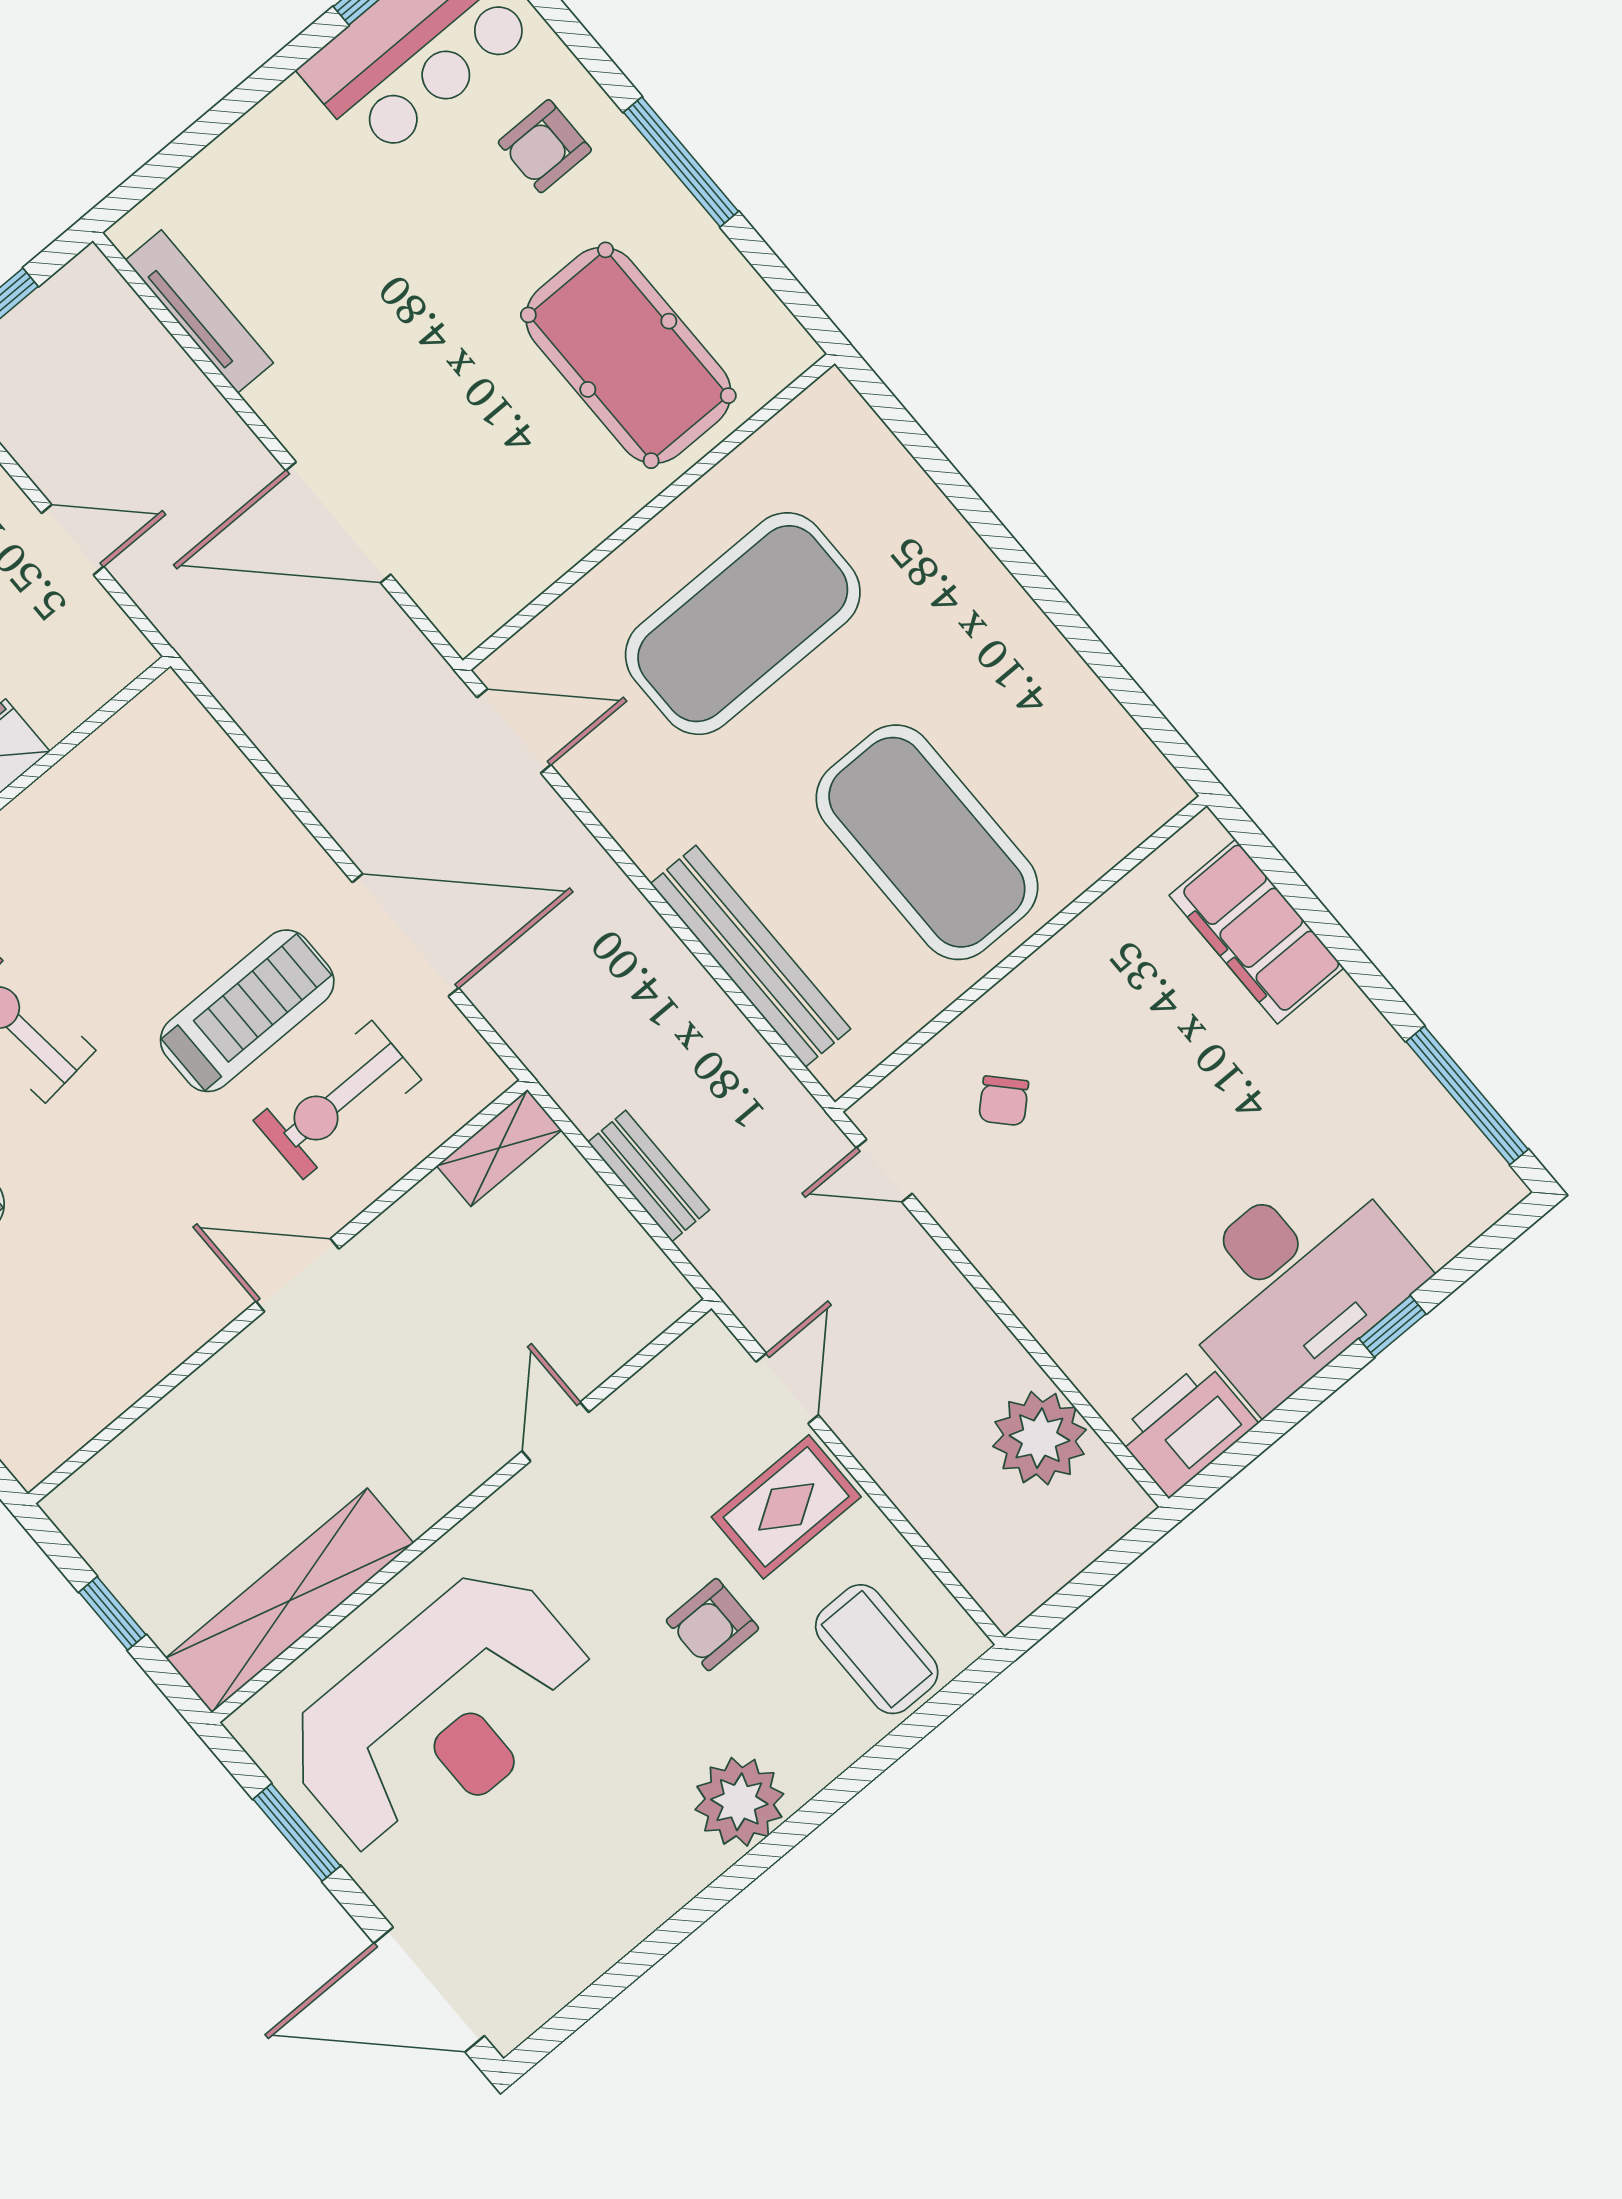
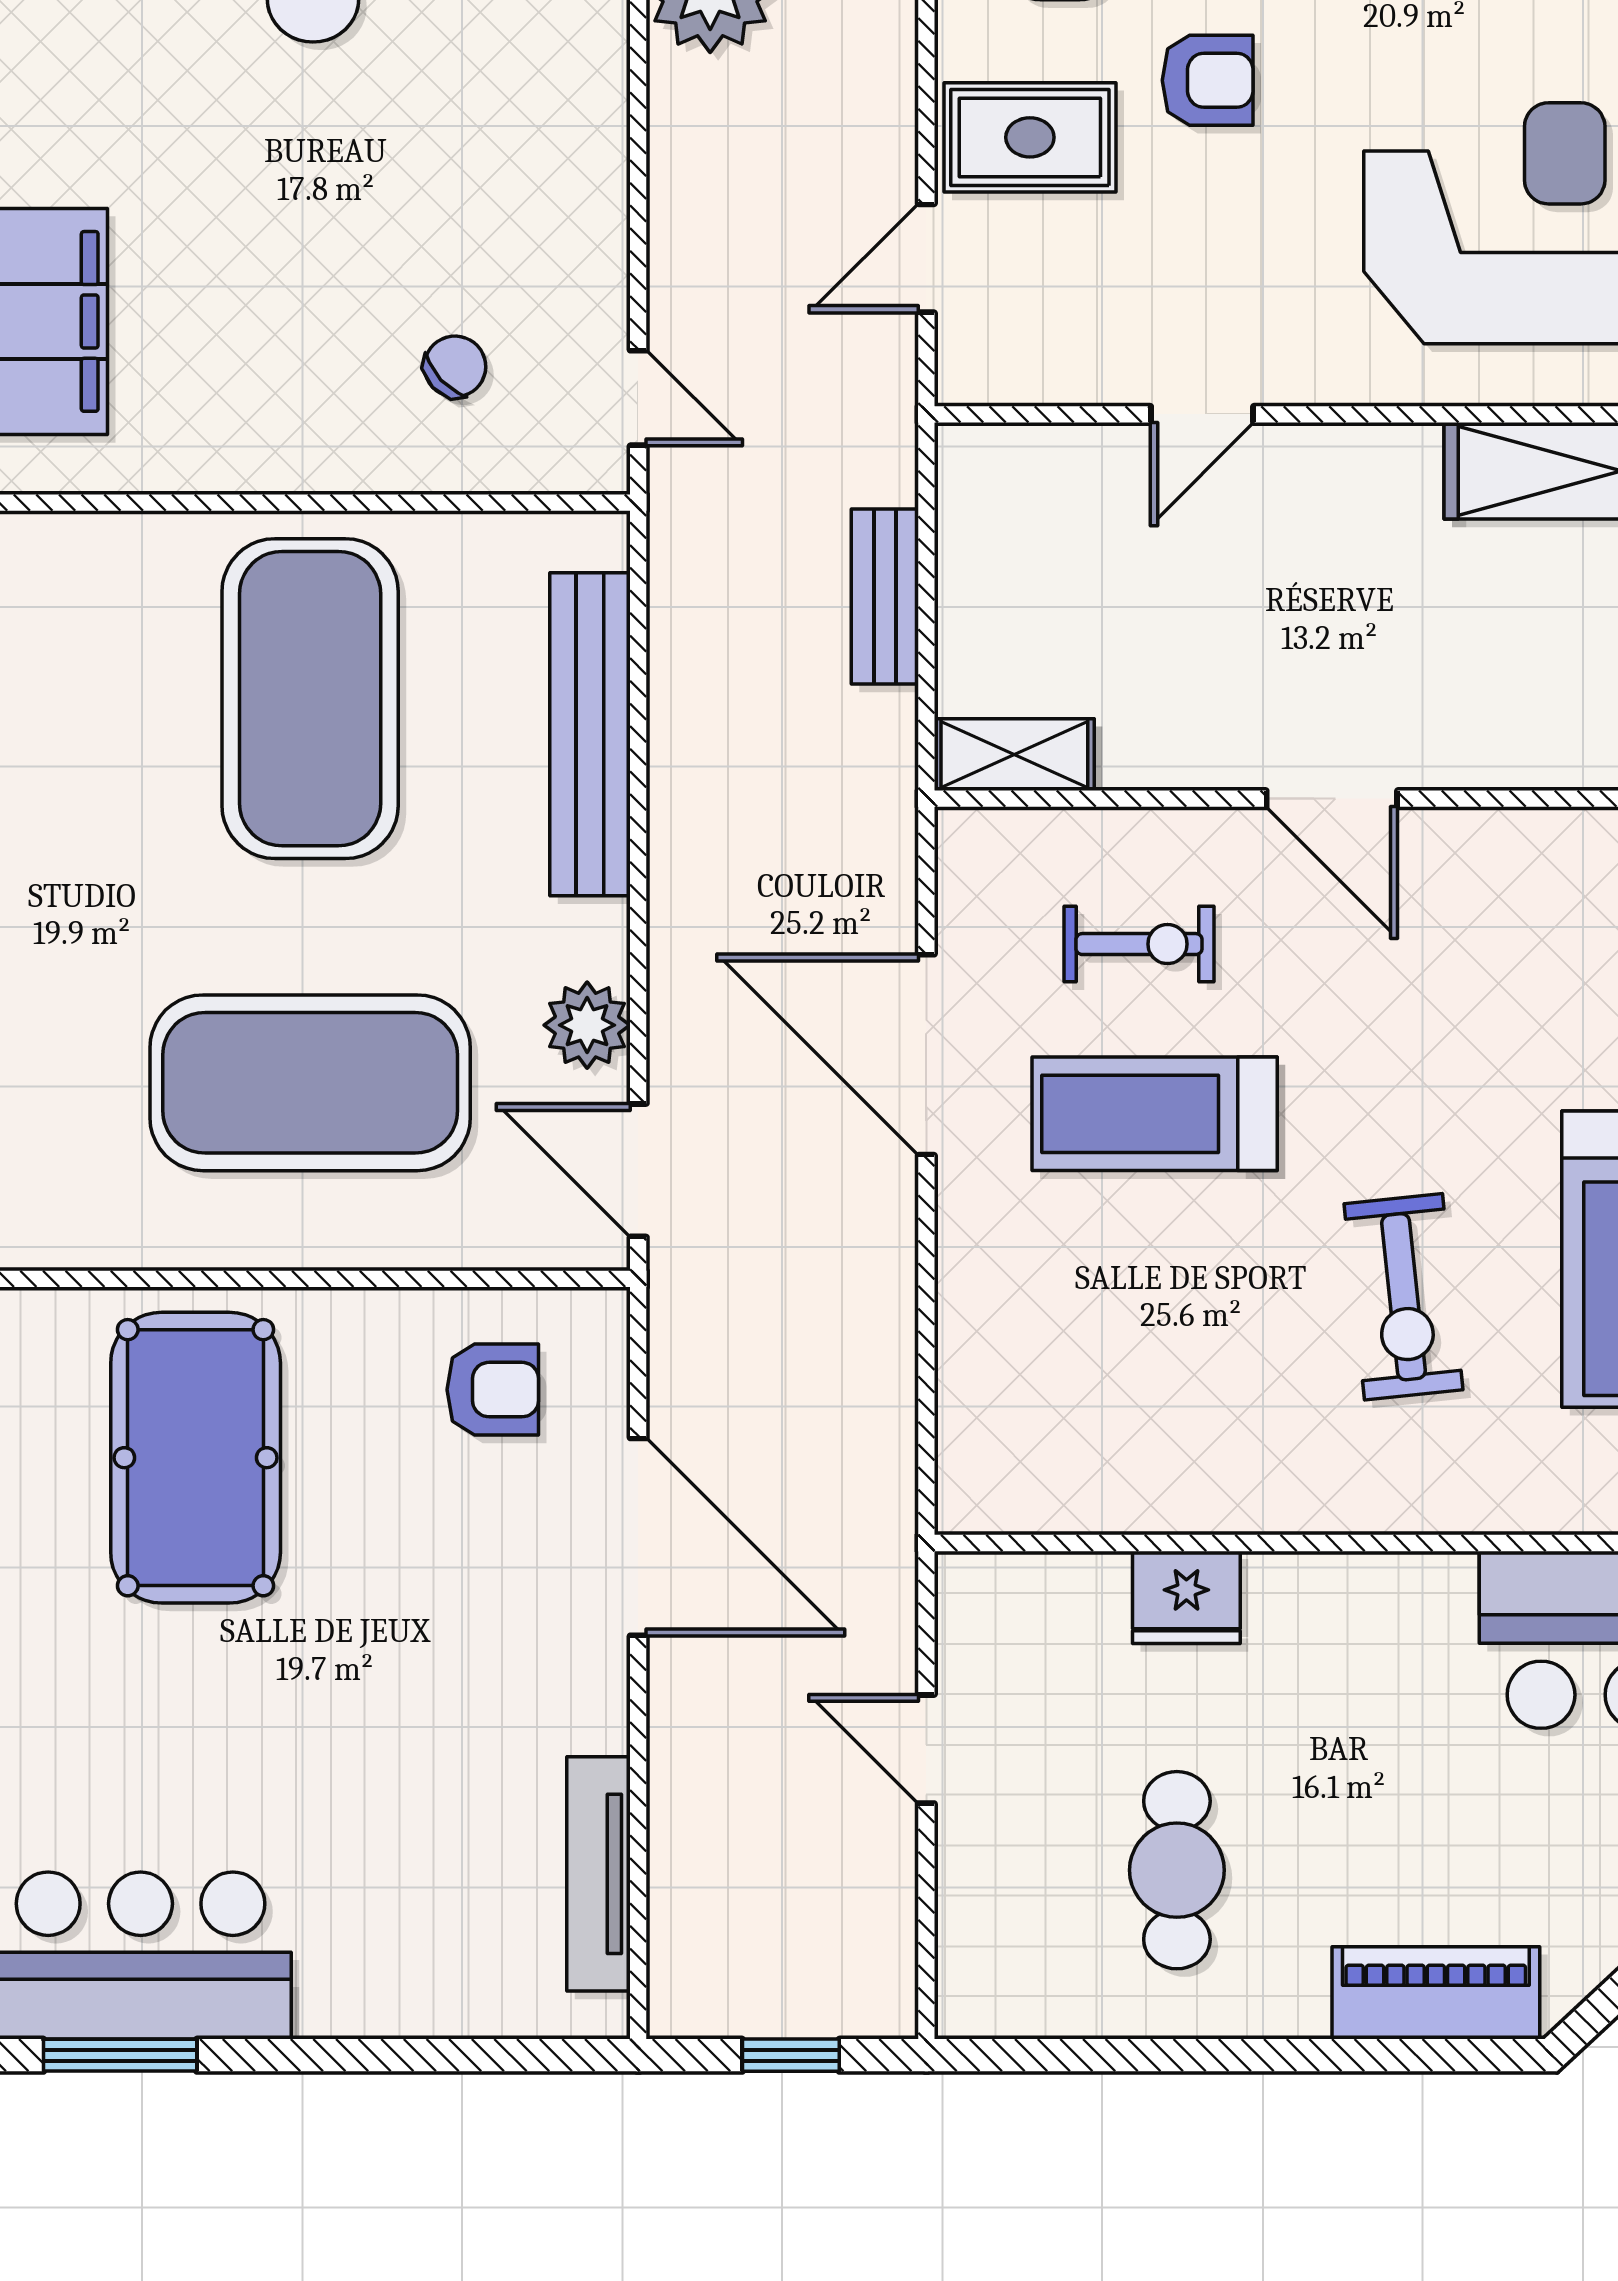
armchair: (545, 146) -> (493, 1390), moved
plant: (613, 789) -> (587, 1025), added
exercise bike: (337, 1100) -> (1139, 944), width x0.73, depth x0.72

